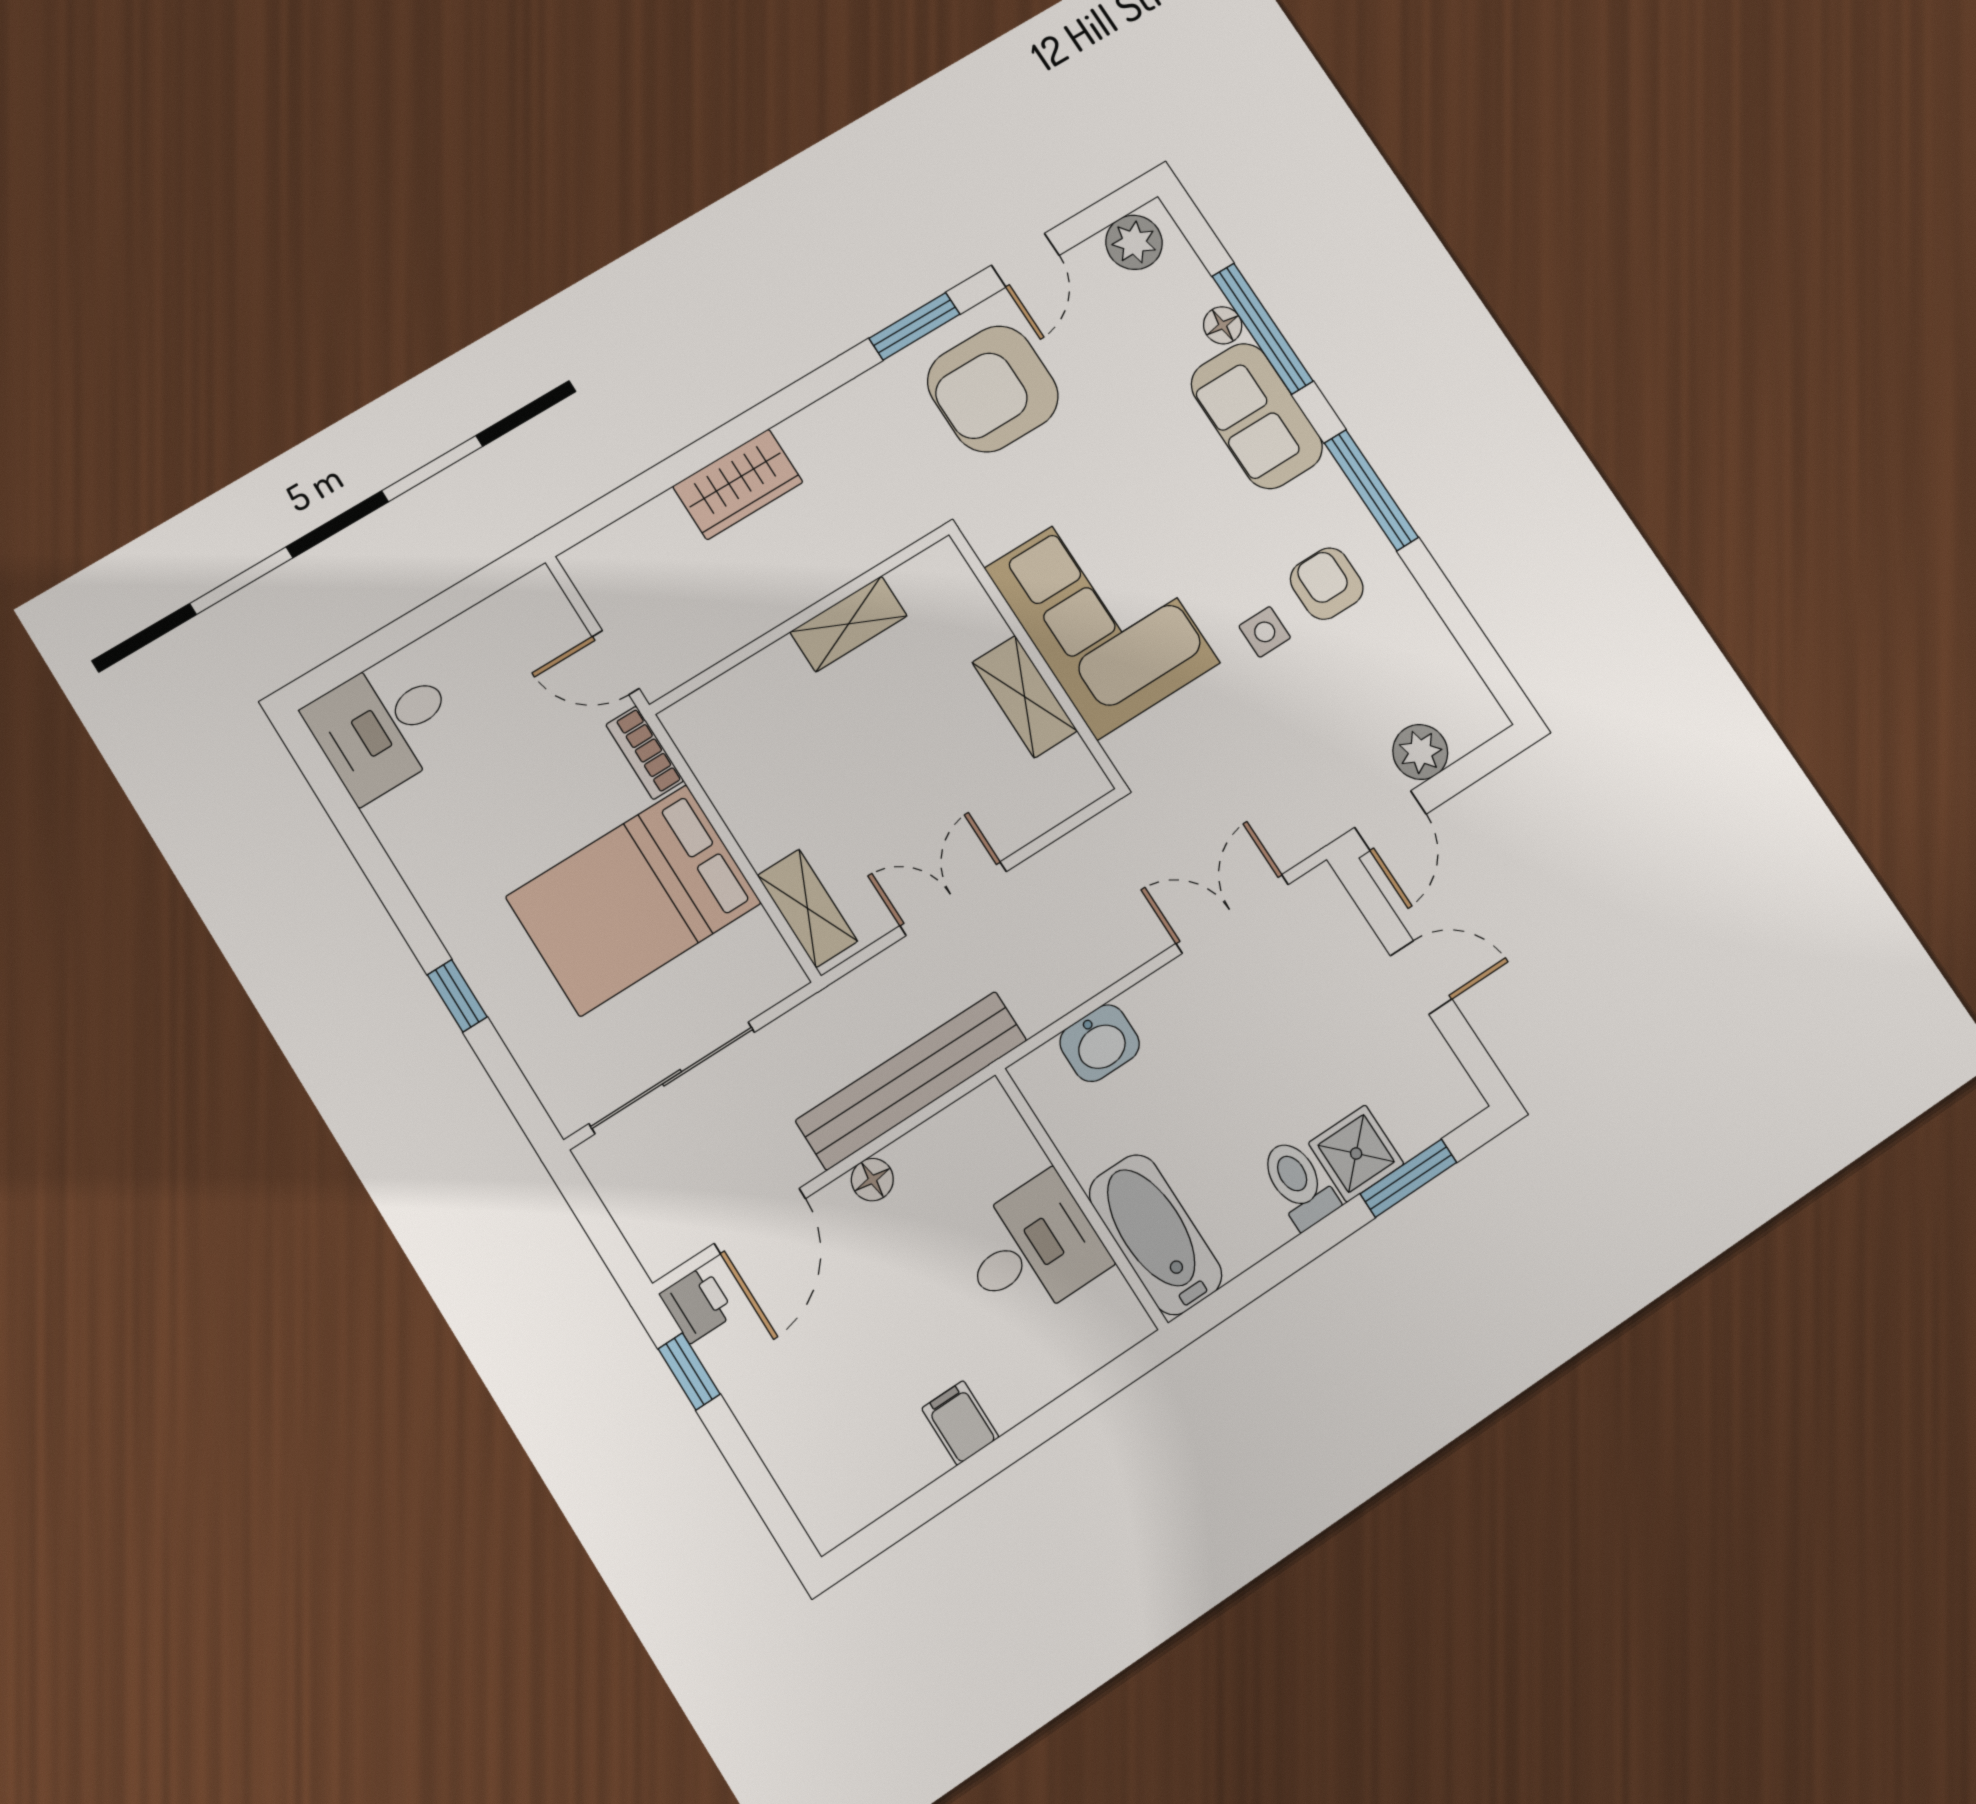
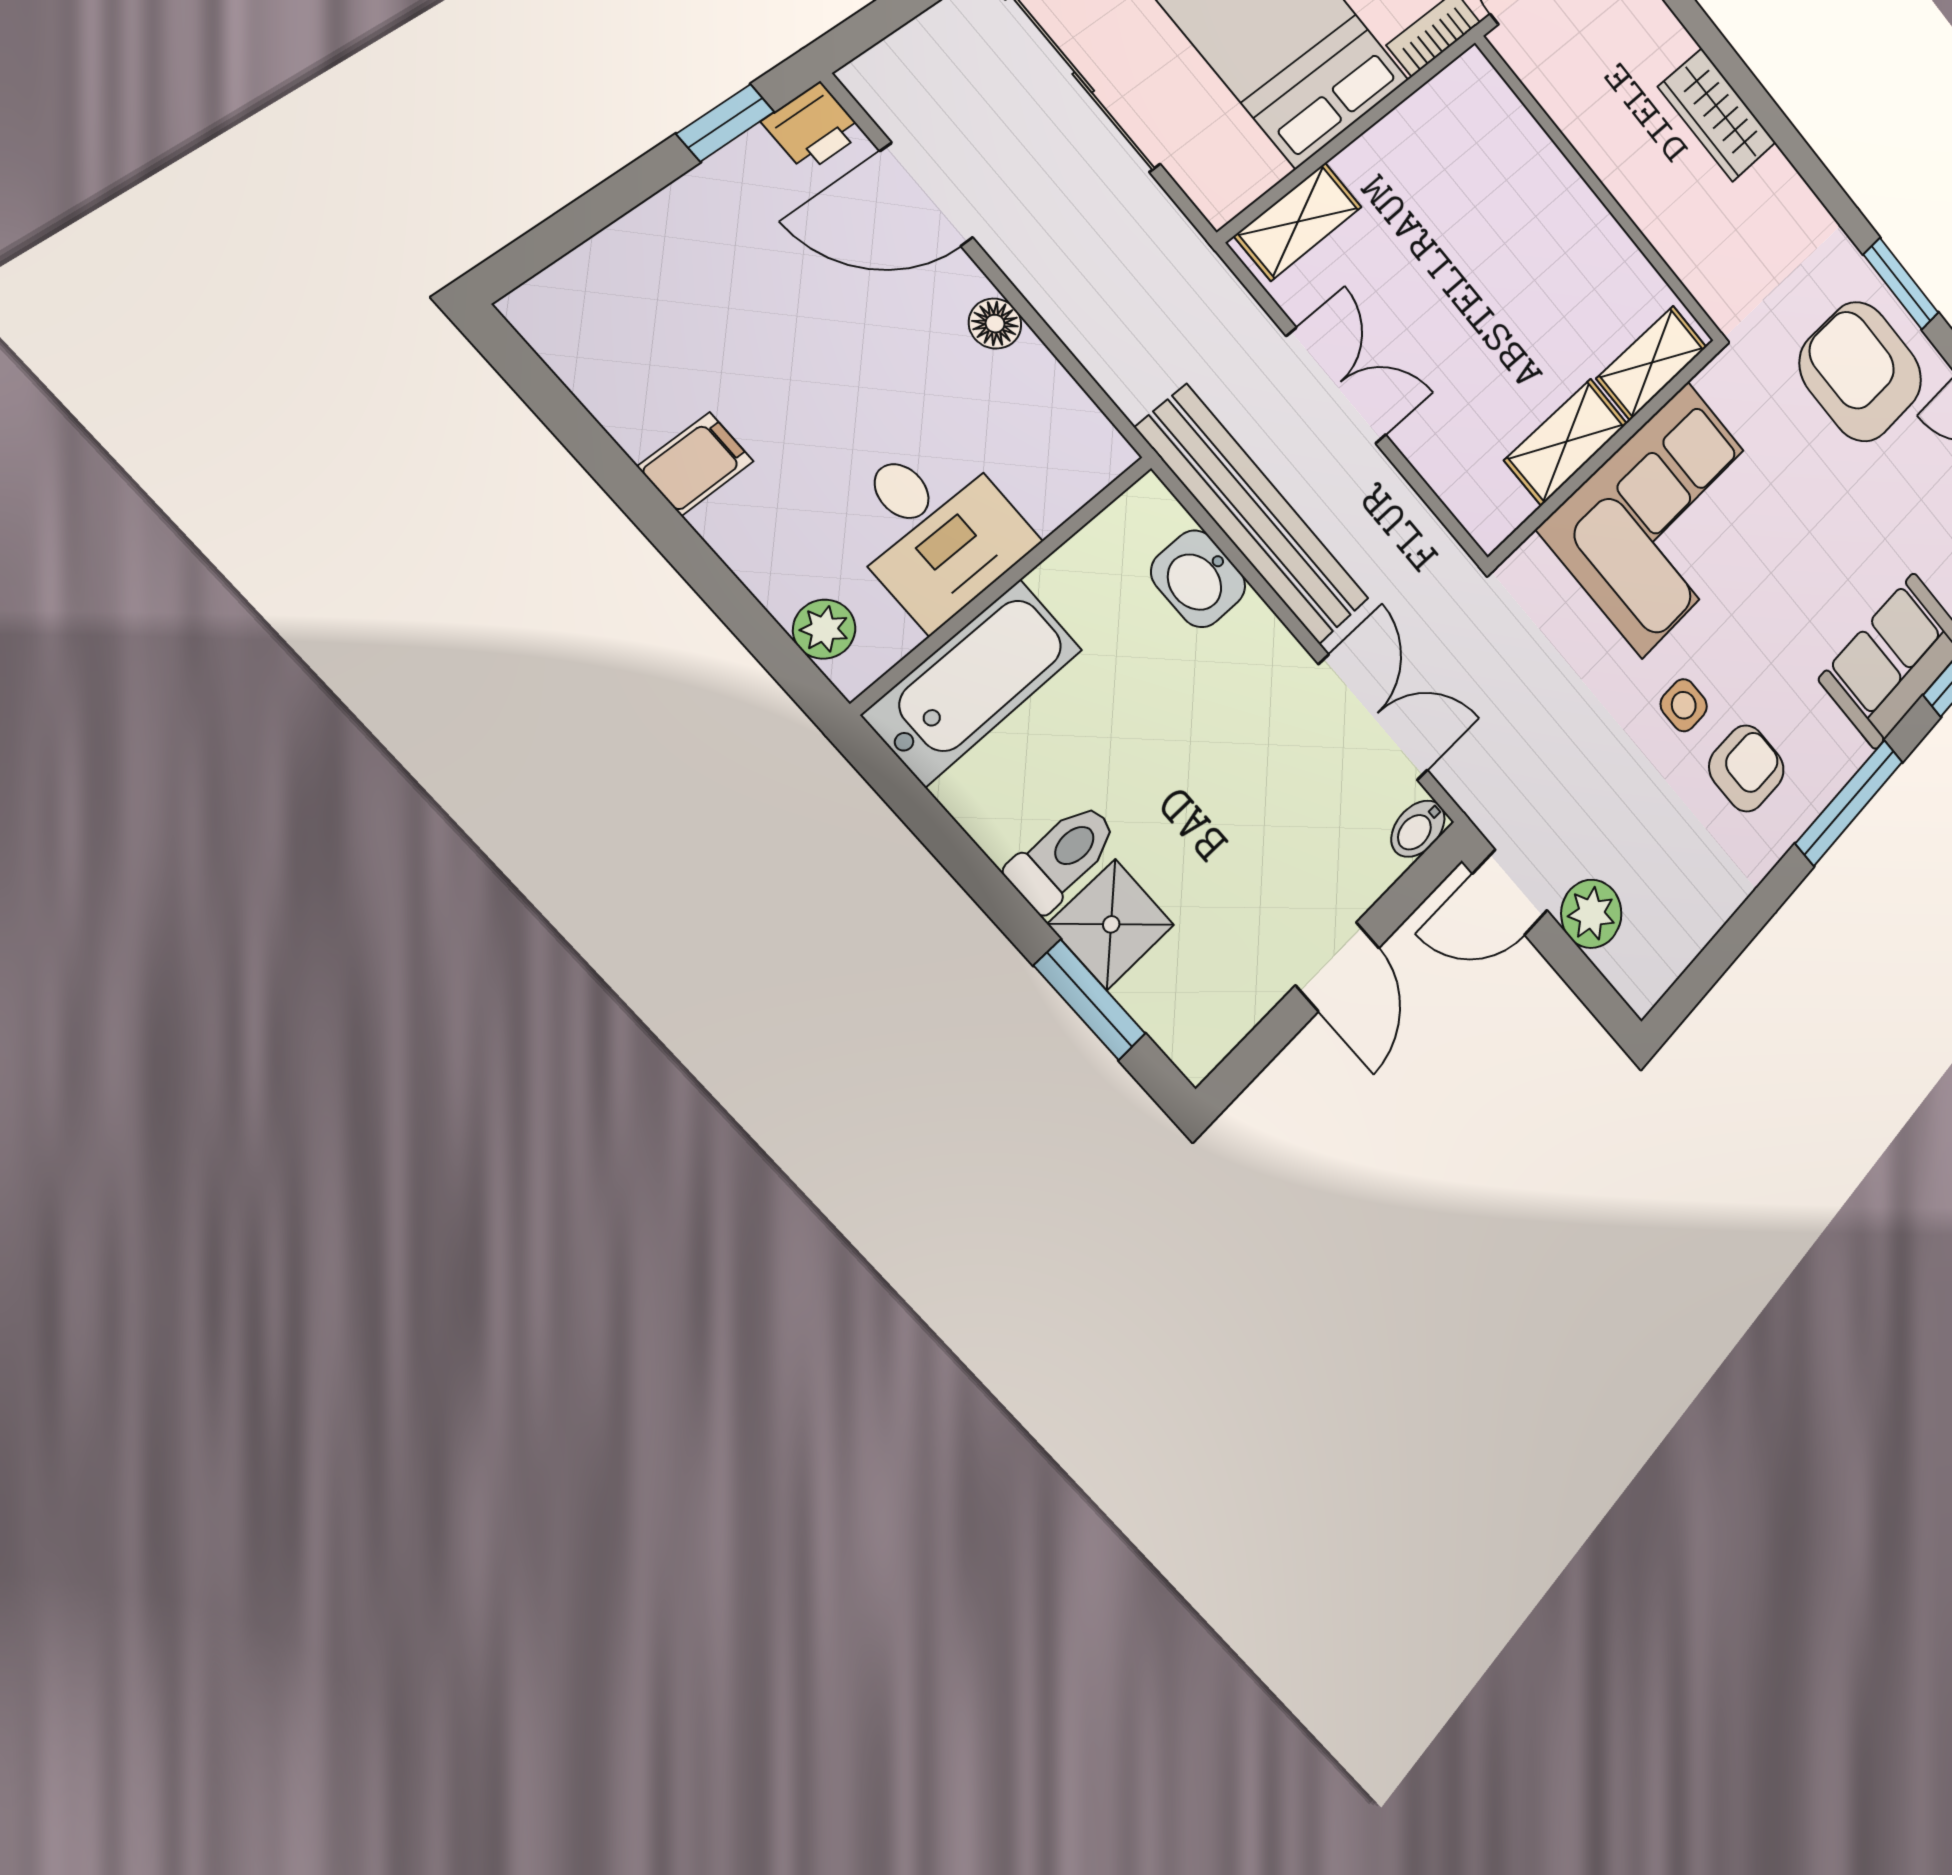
shelving: (849, 624) -> (1652, 363), moved, turned 90
bidet: (1327, 891) -> (1418, 829), added
bench: (911, 1080) -> (1253, 514), moved
plant: (1099, 1342) -> (824, 629), added

